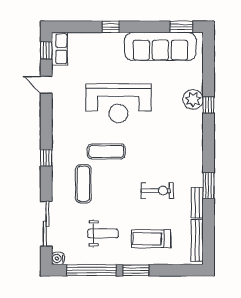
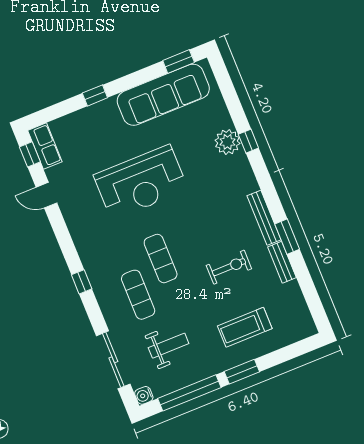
exercise mat: (106, 151) -> (161, 259), moved, turned 90
weight bench: (103, 233) -> (169, 346), moved
bench: (197, 240) -> (264, 218), moved

